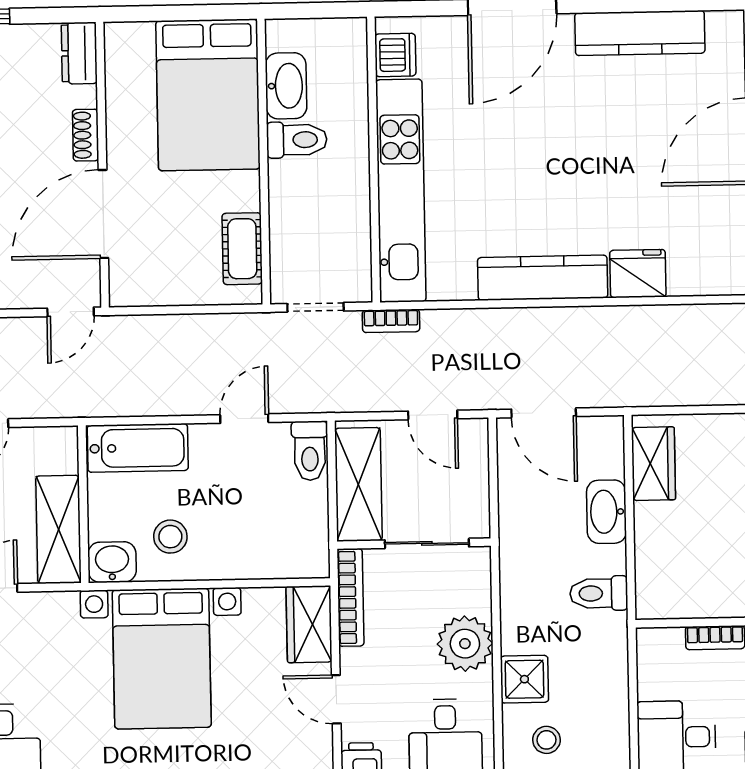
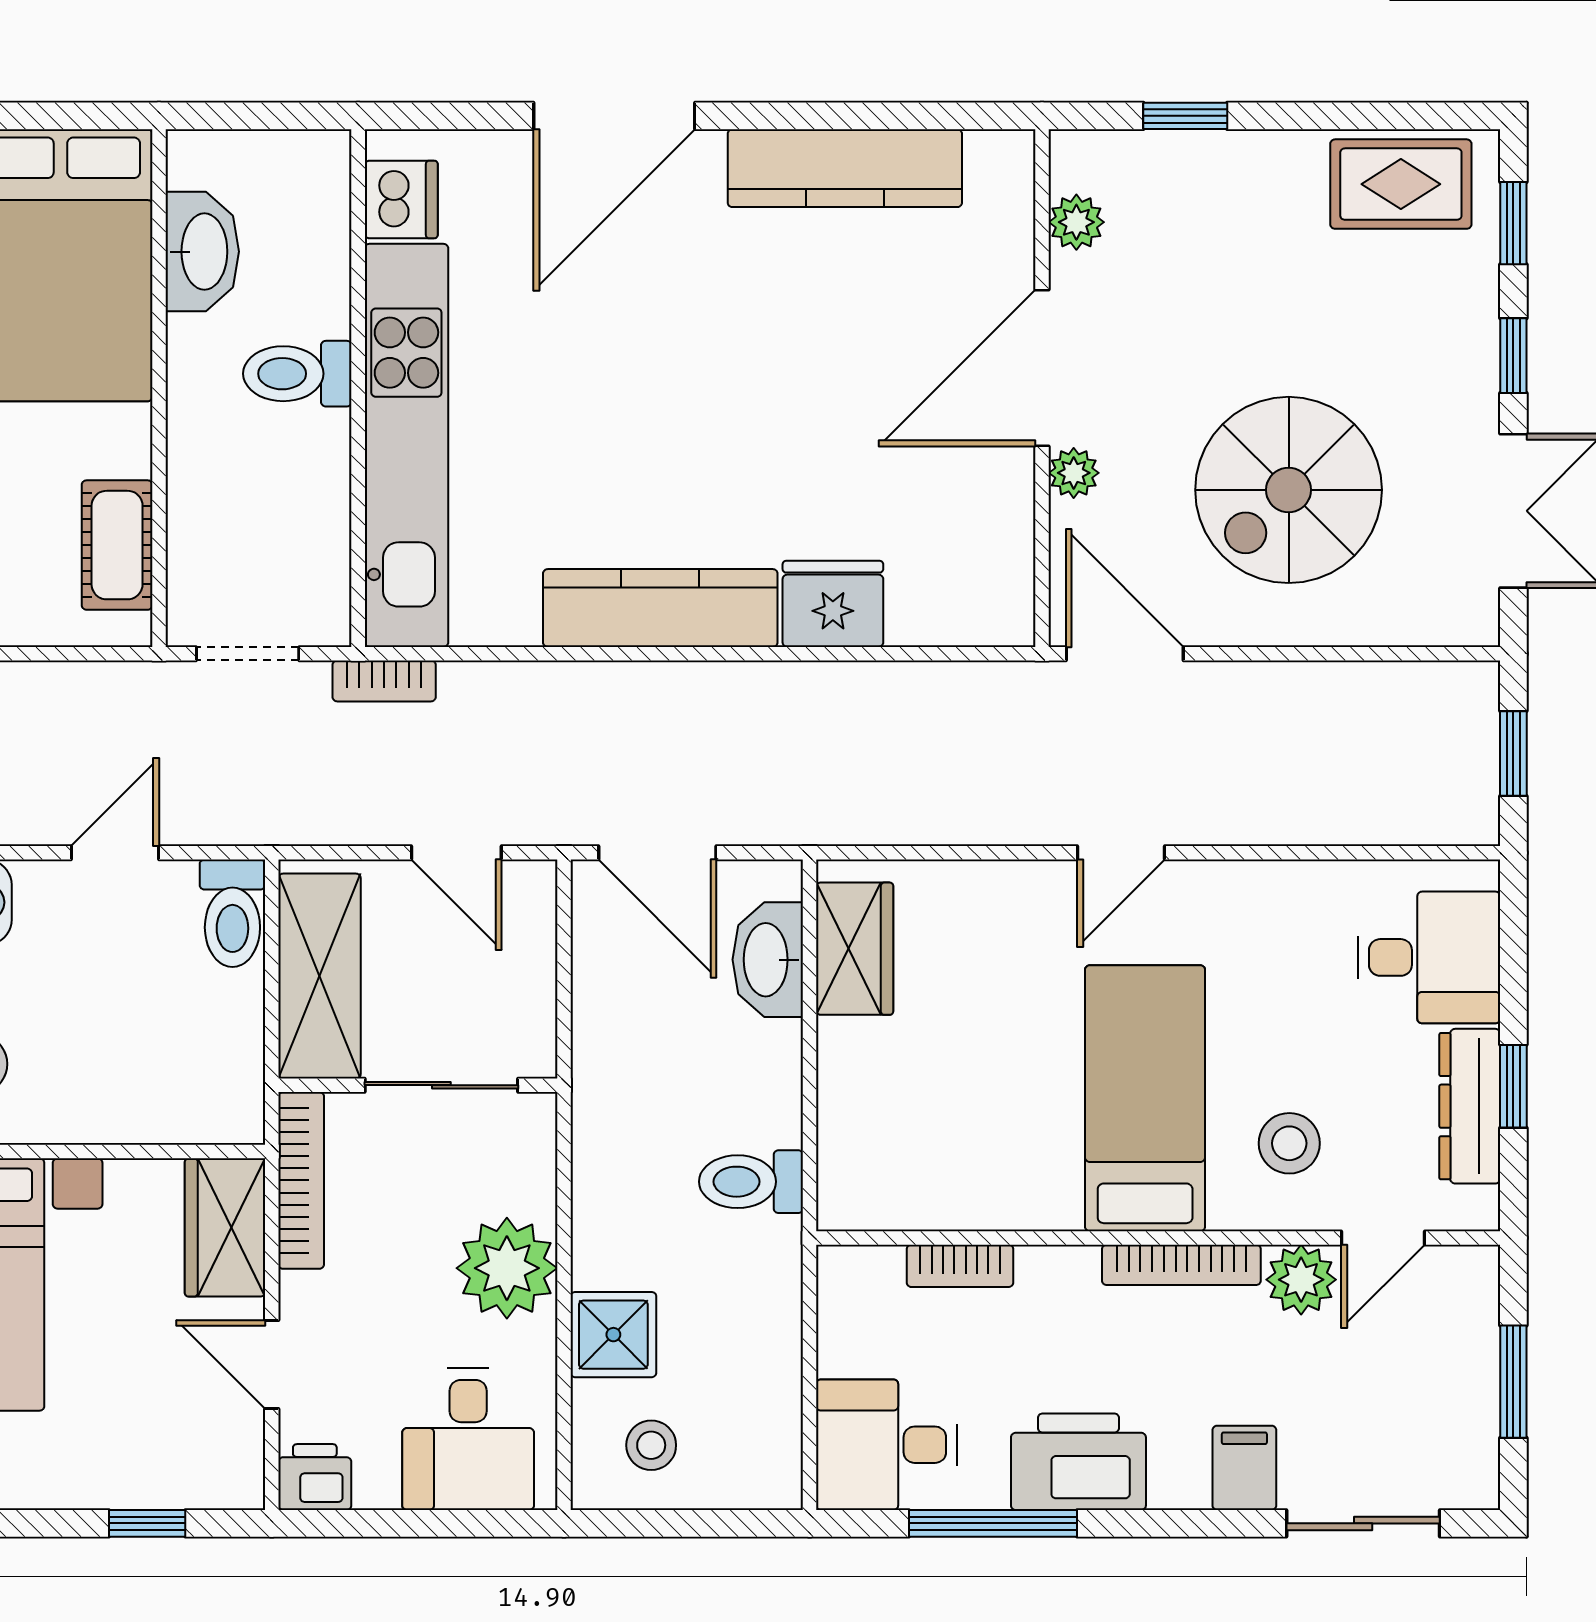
toilet: (297, 140) -> (297, 374), moved, turned 180
washbasin: (607, 512) -> (768, 960), moved

